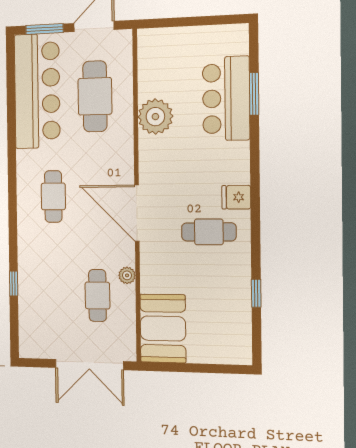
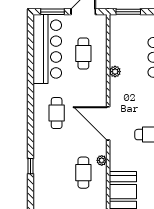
window: (168, 23) -> (128, 12), added
cafe table: (95, 96) -> (83, 53), width x0.73, depth x0.74
plant: (155, 117) -> (115, 72), width x0.53, depth x0.53

